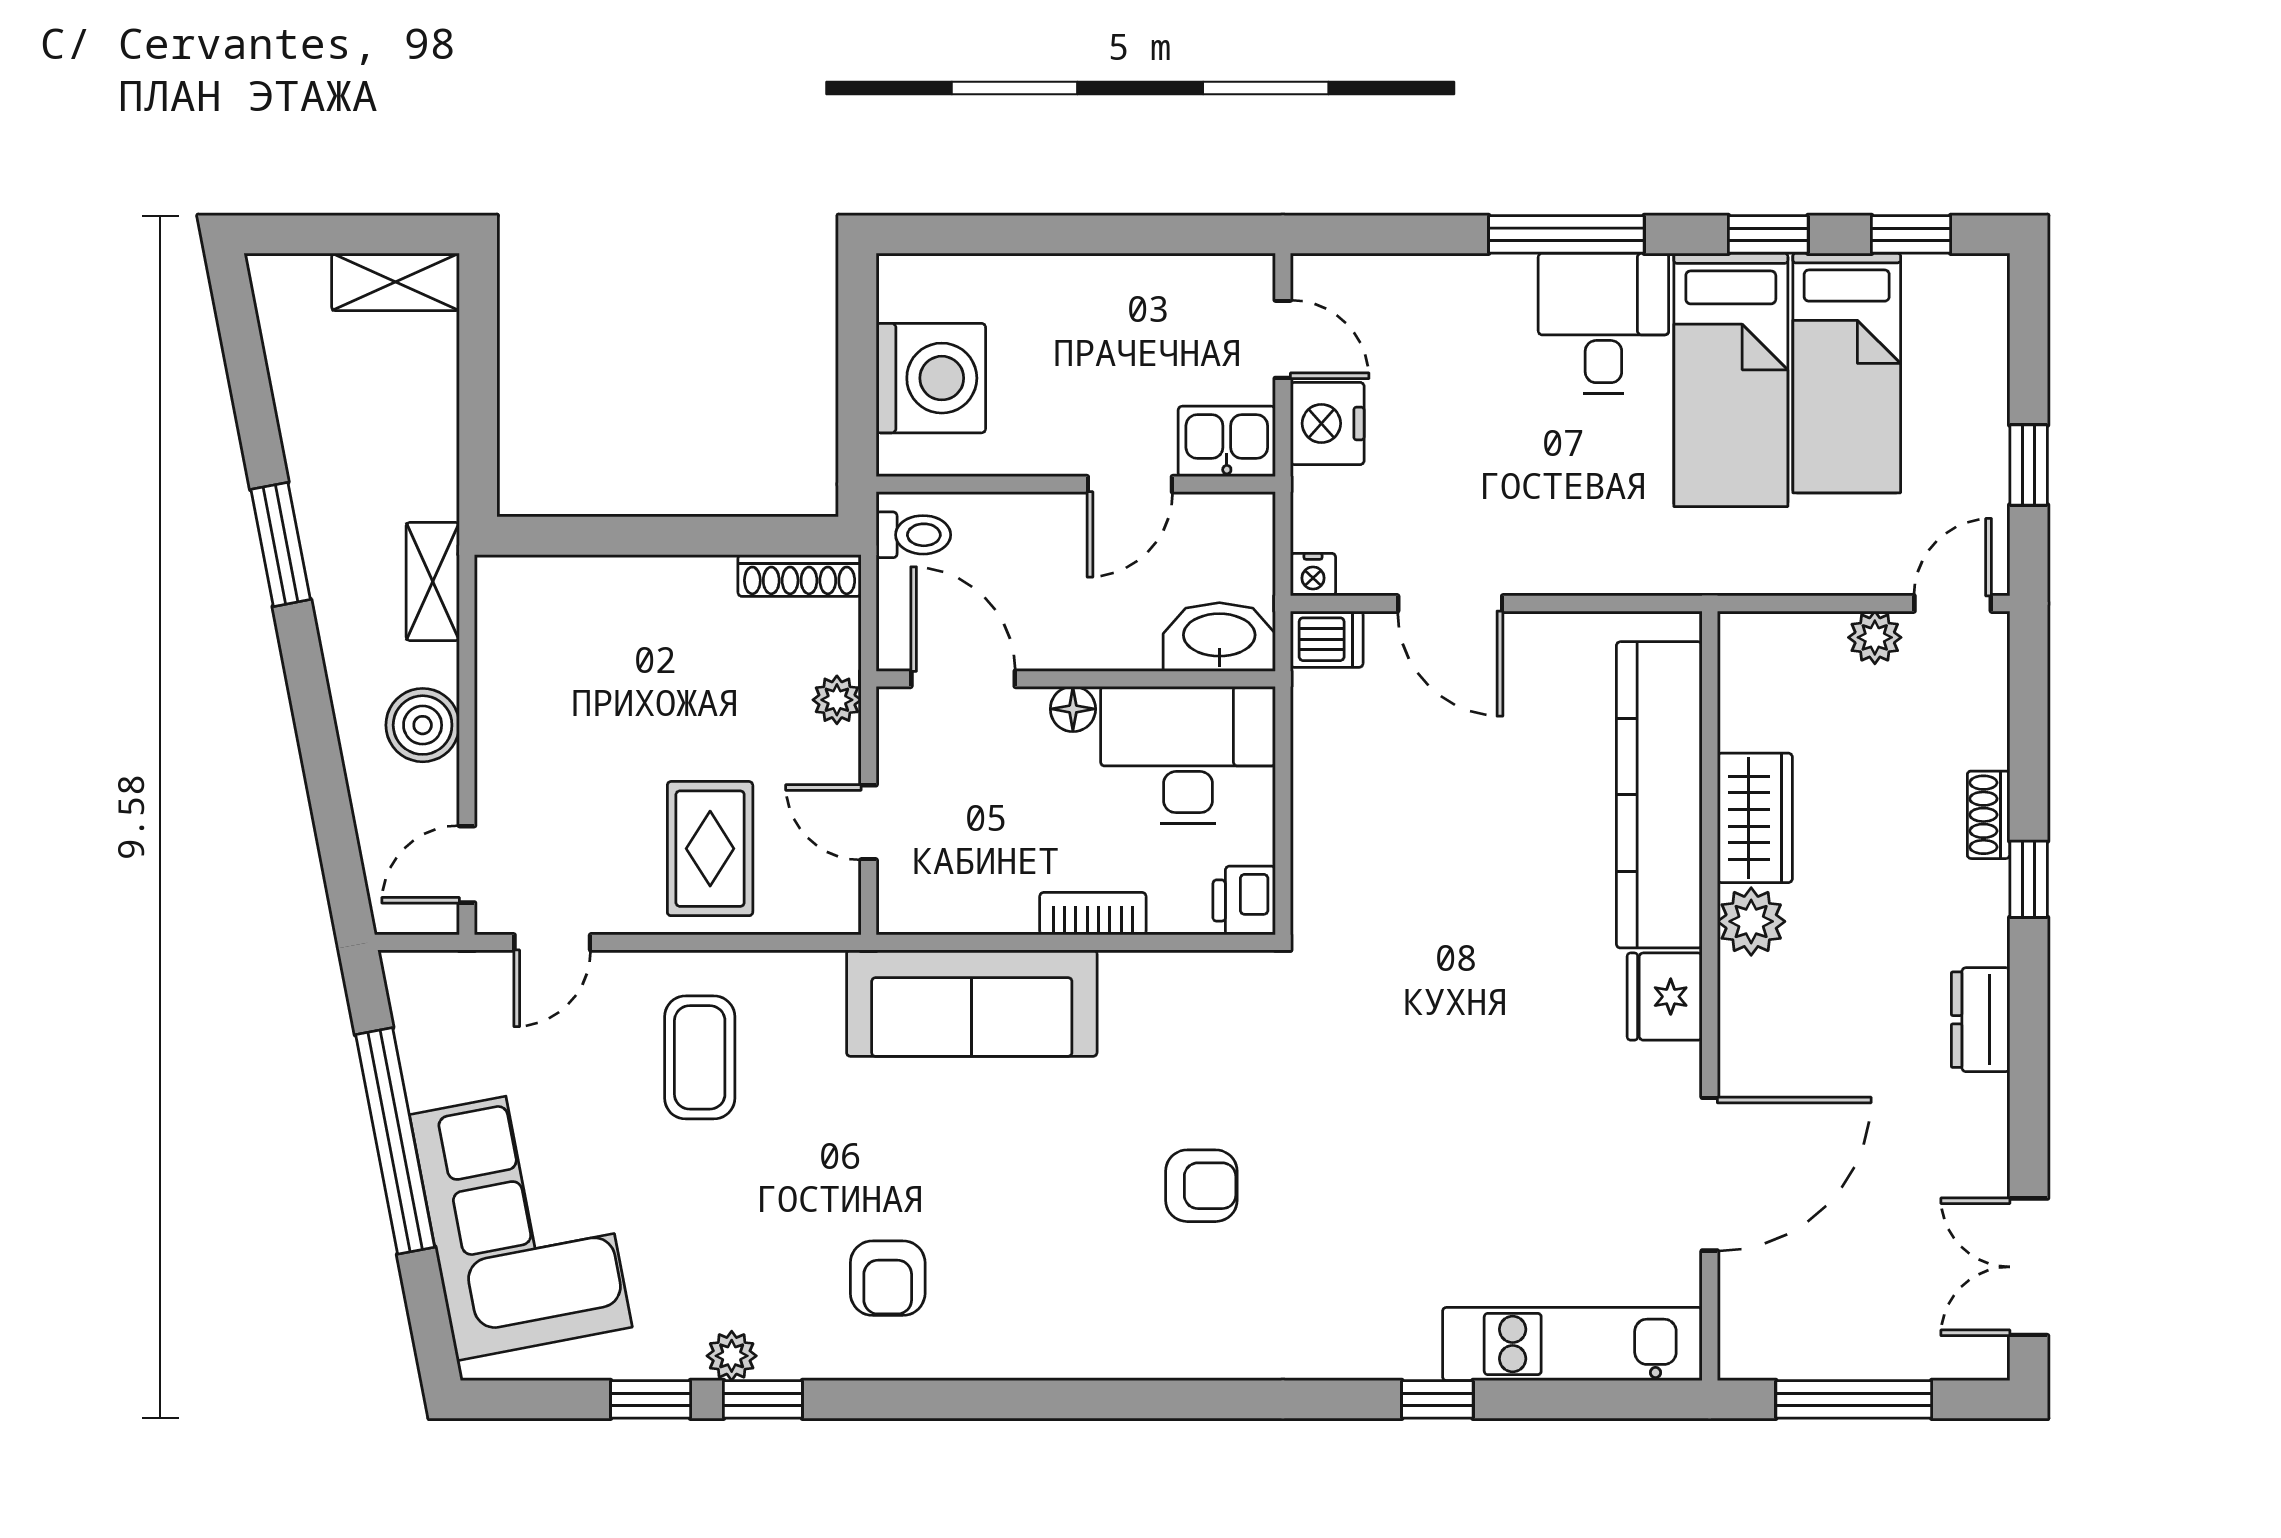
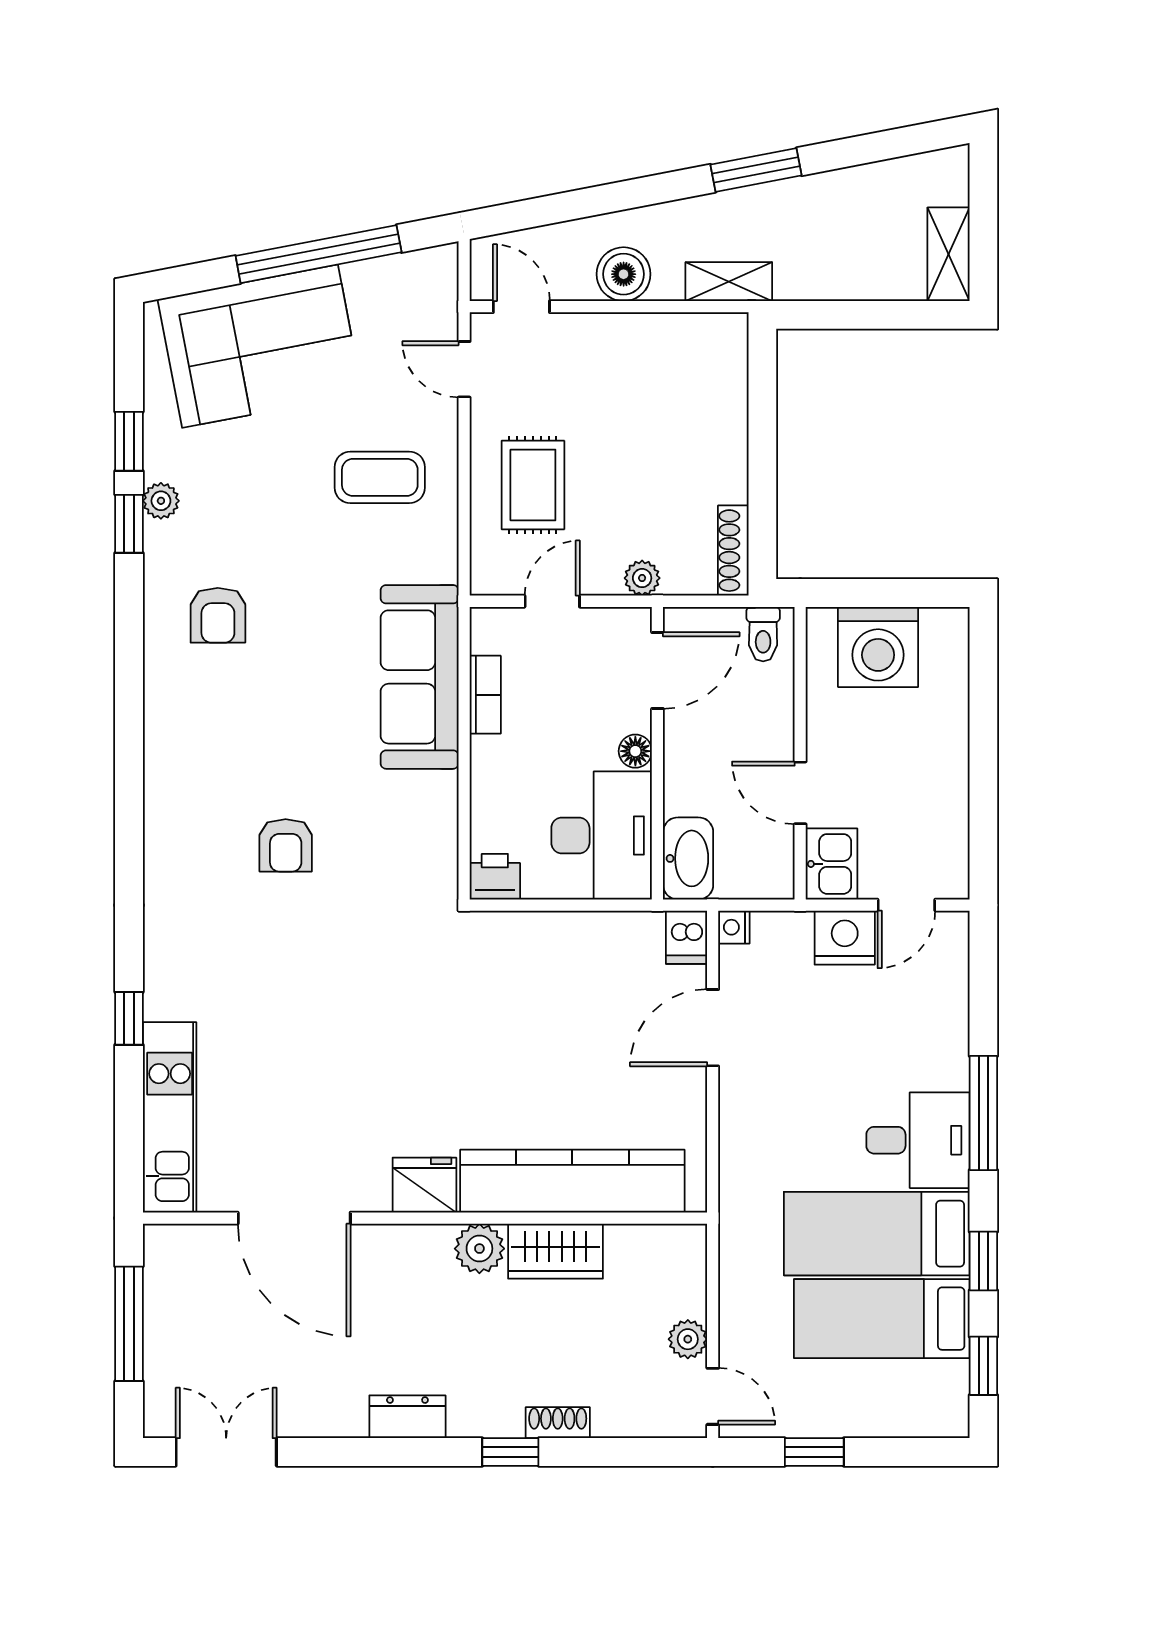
rug: (710, 849) -> (533, 485), turned 90
bookcase: (1093, 914) -> (485, 695), moved
armchair: (888, 1278) -> (218, 615), turned -90

